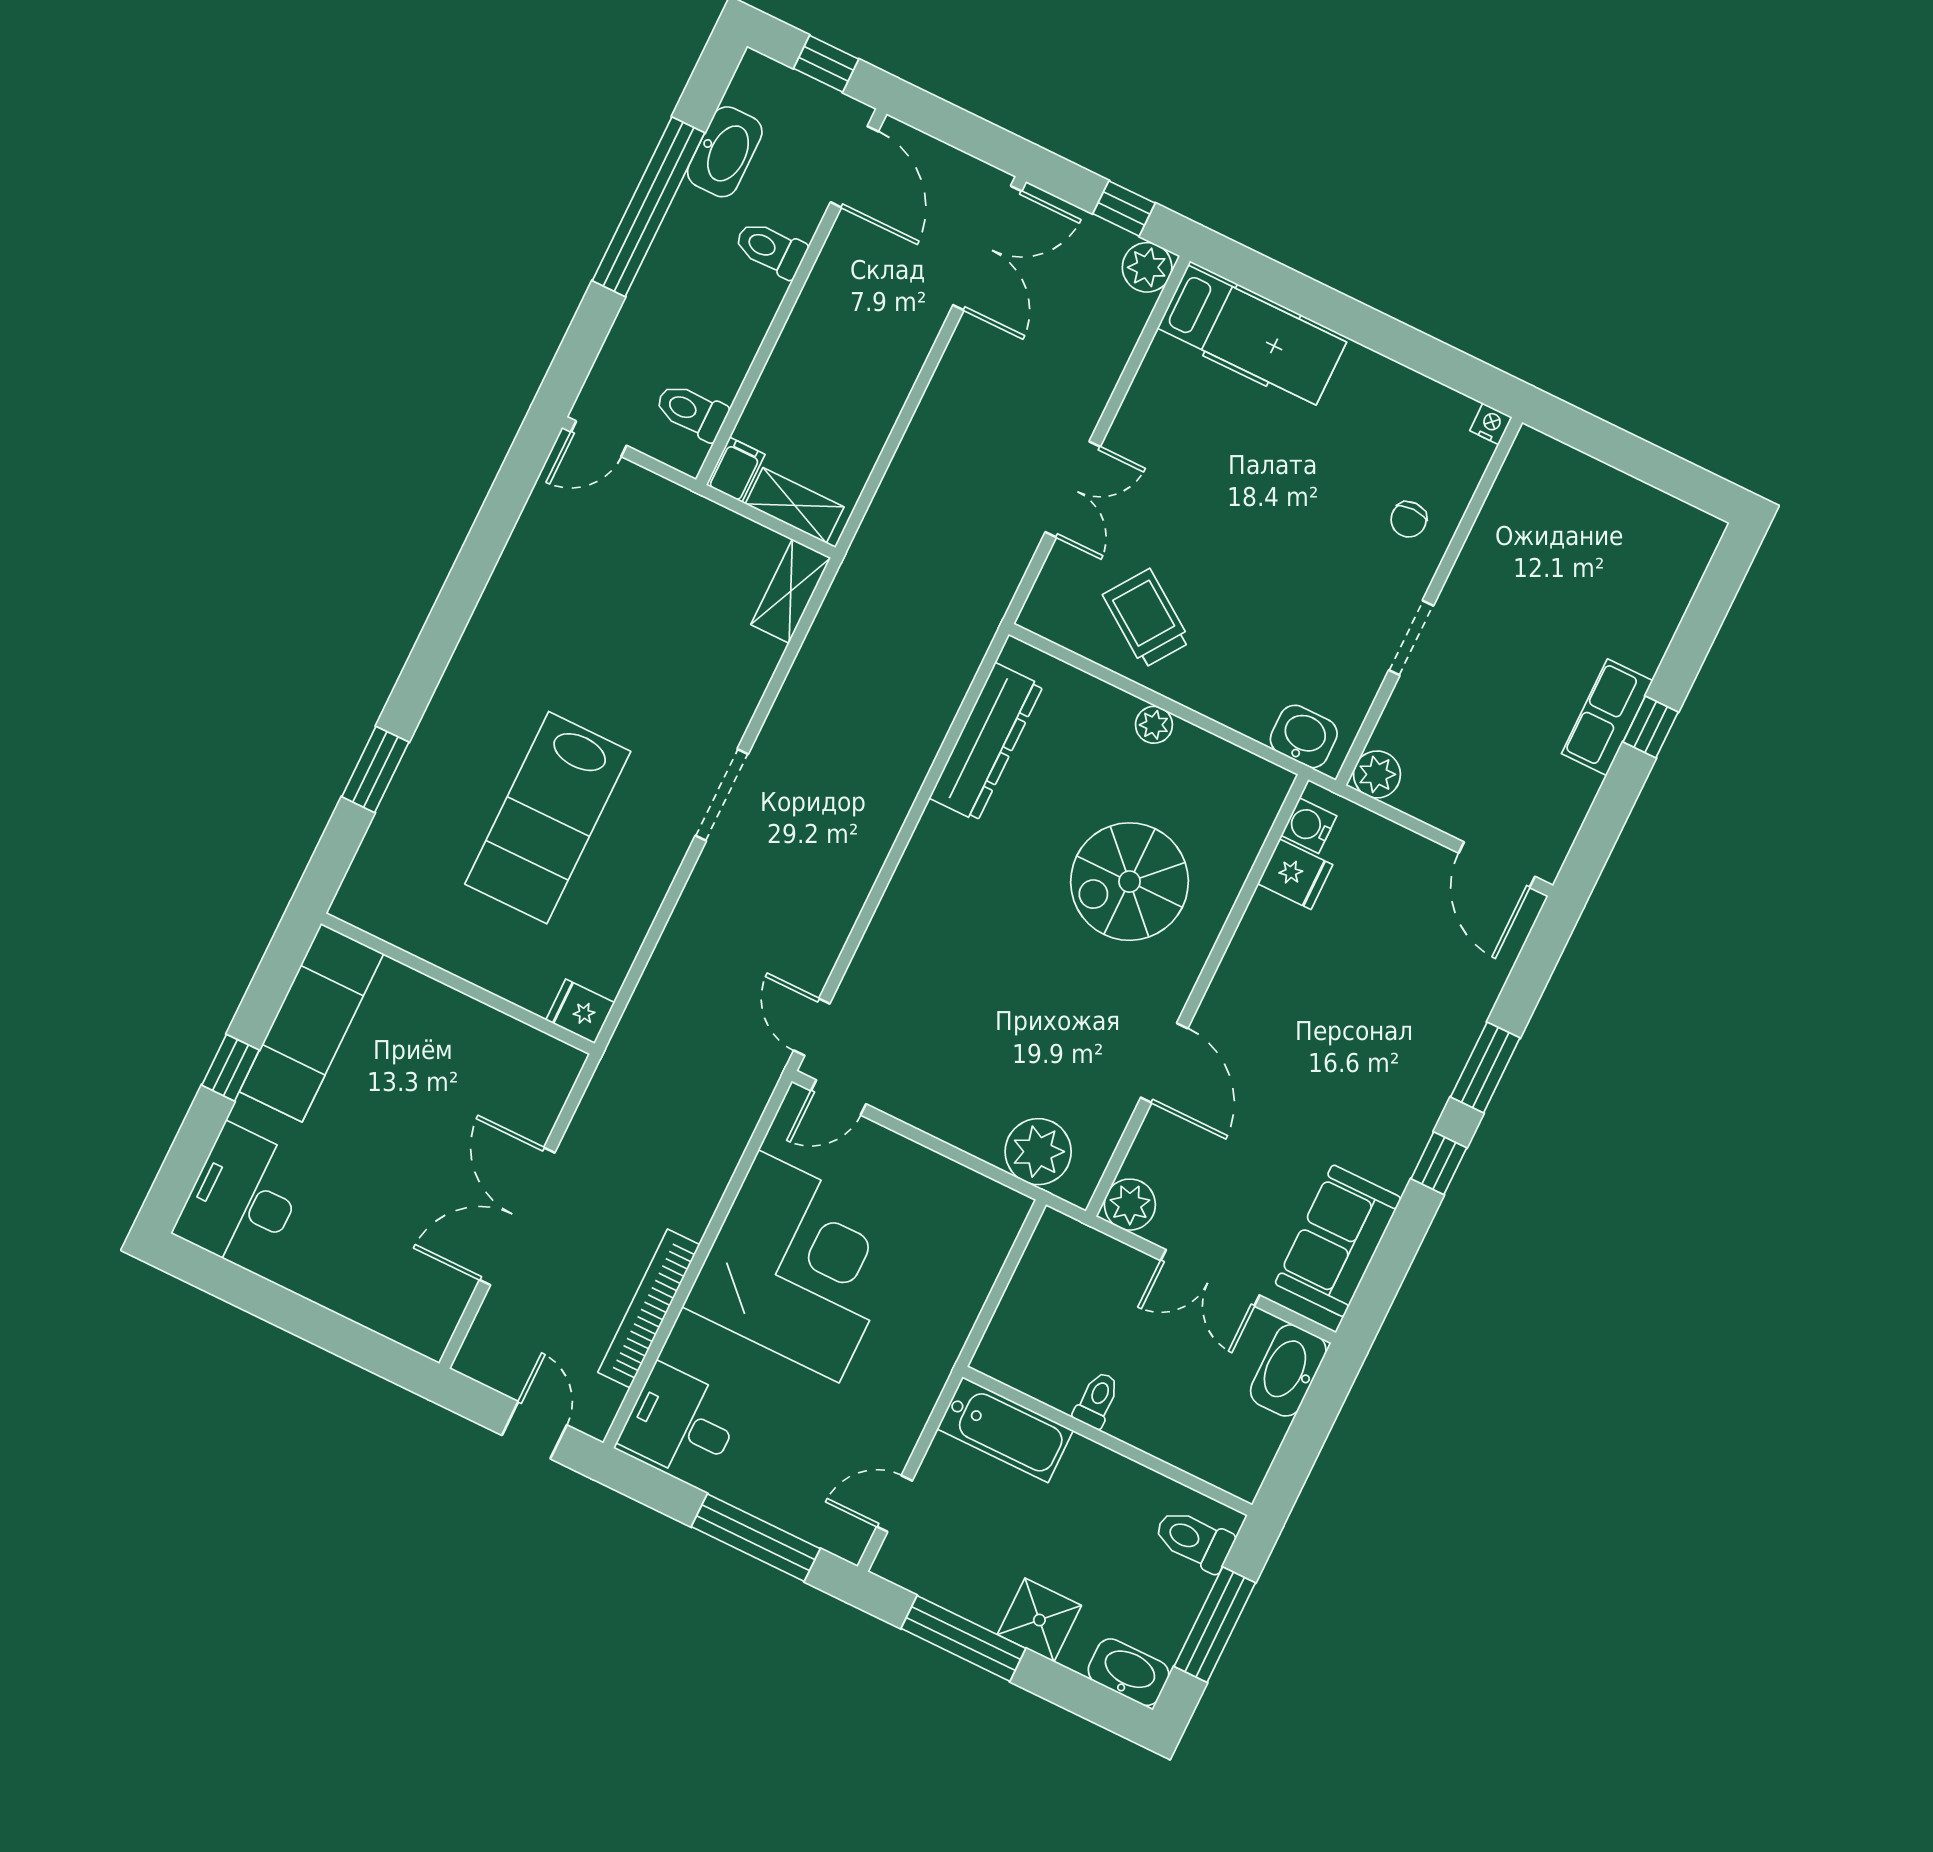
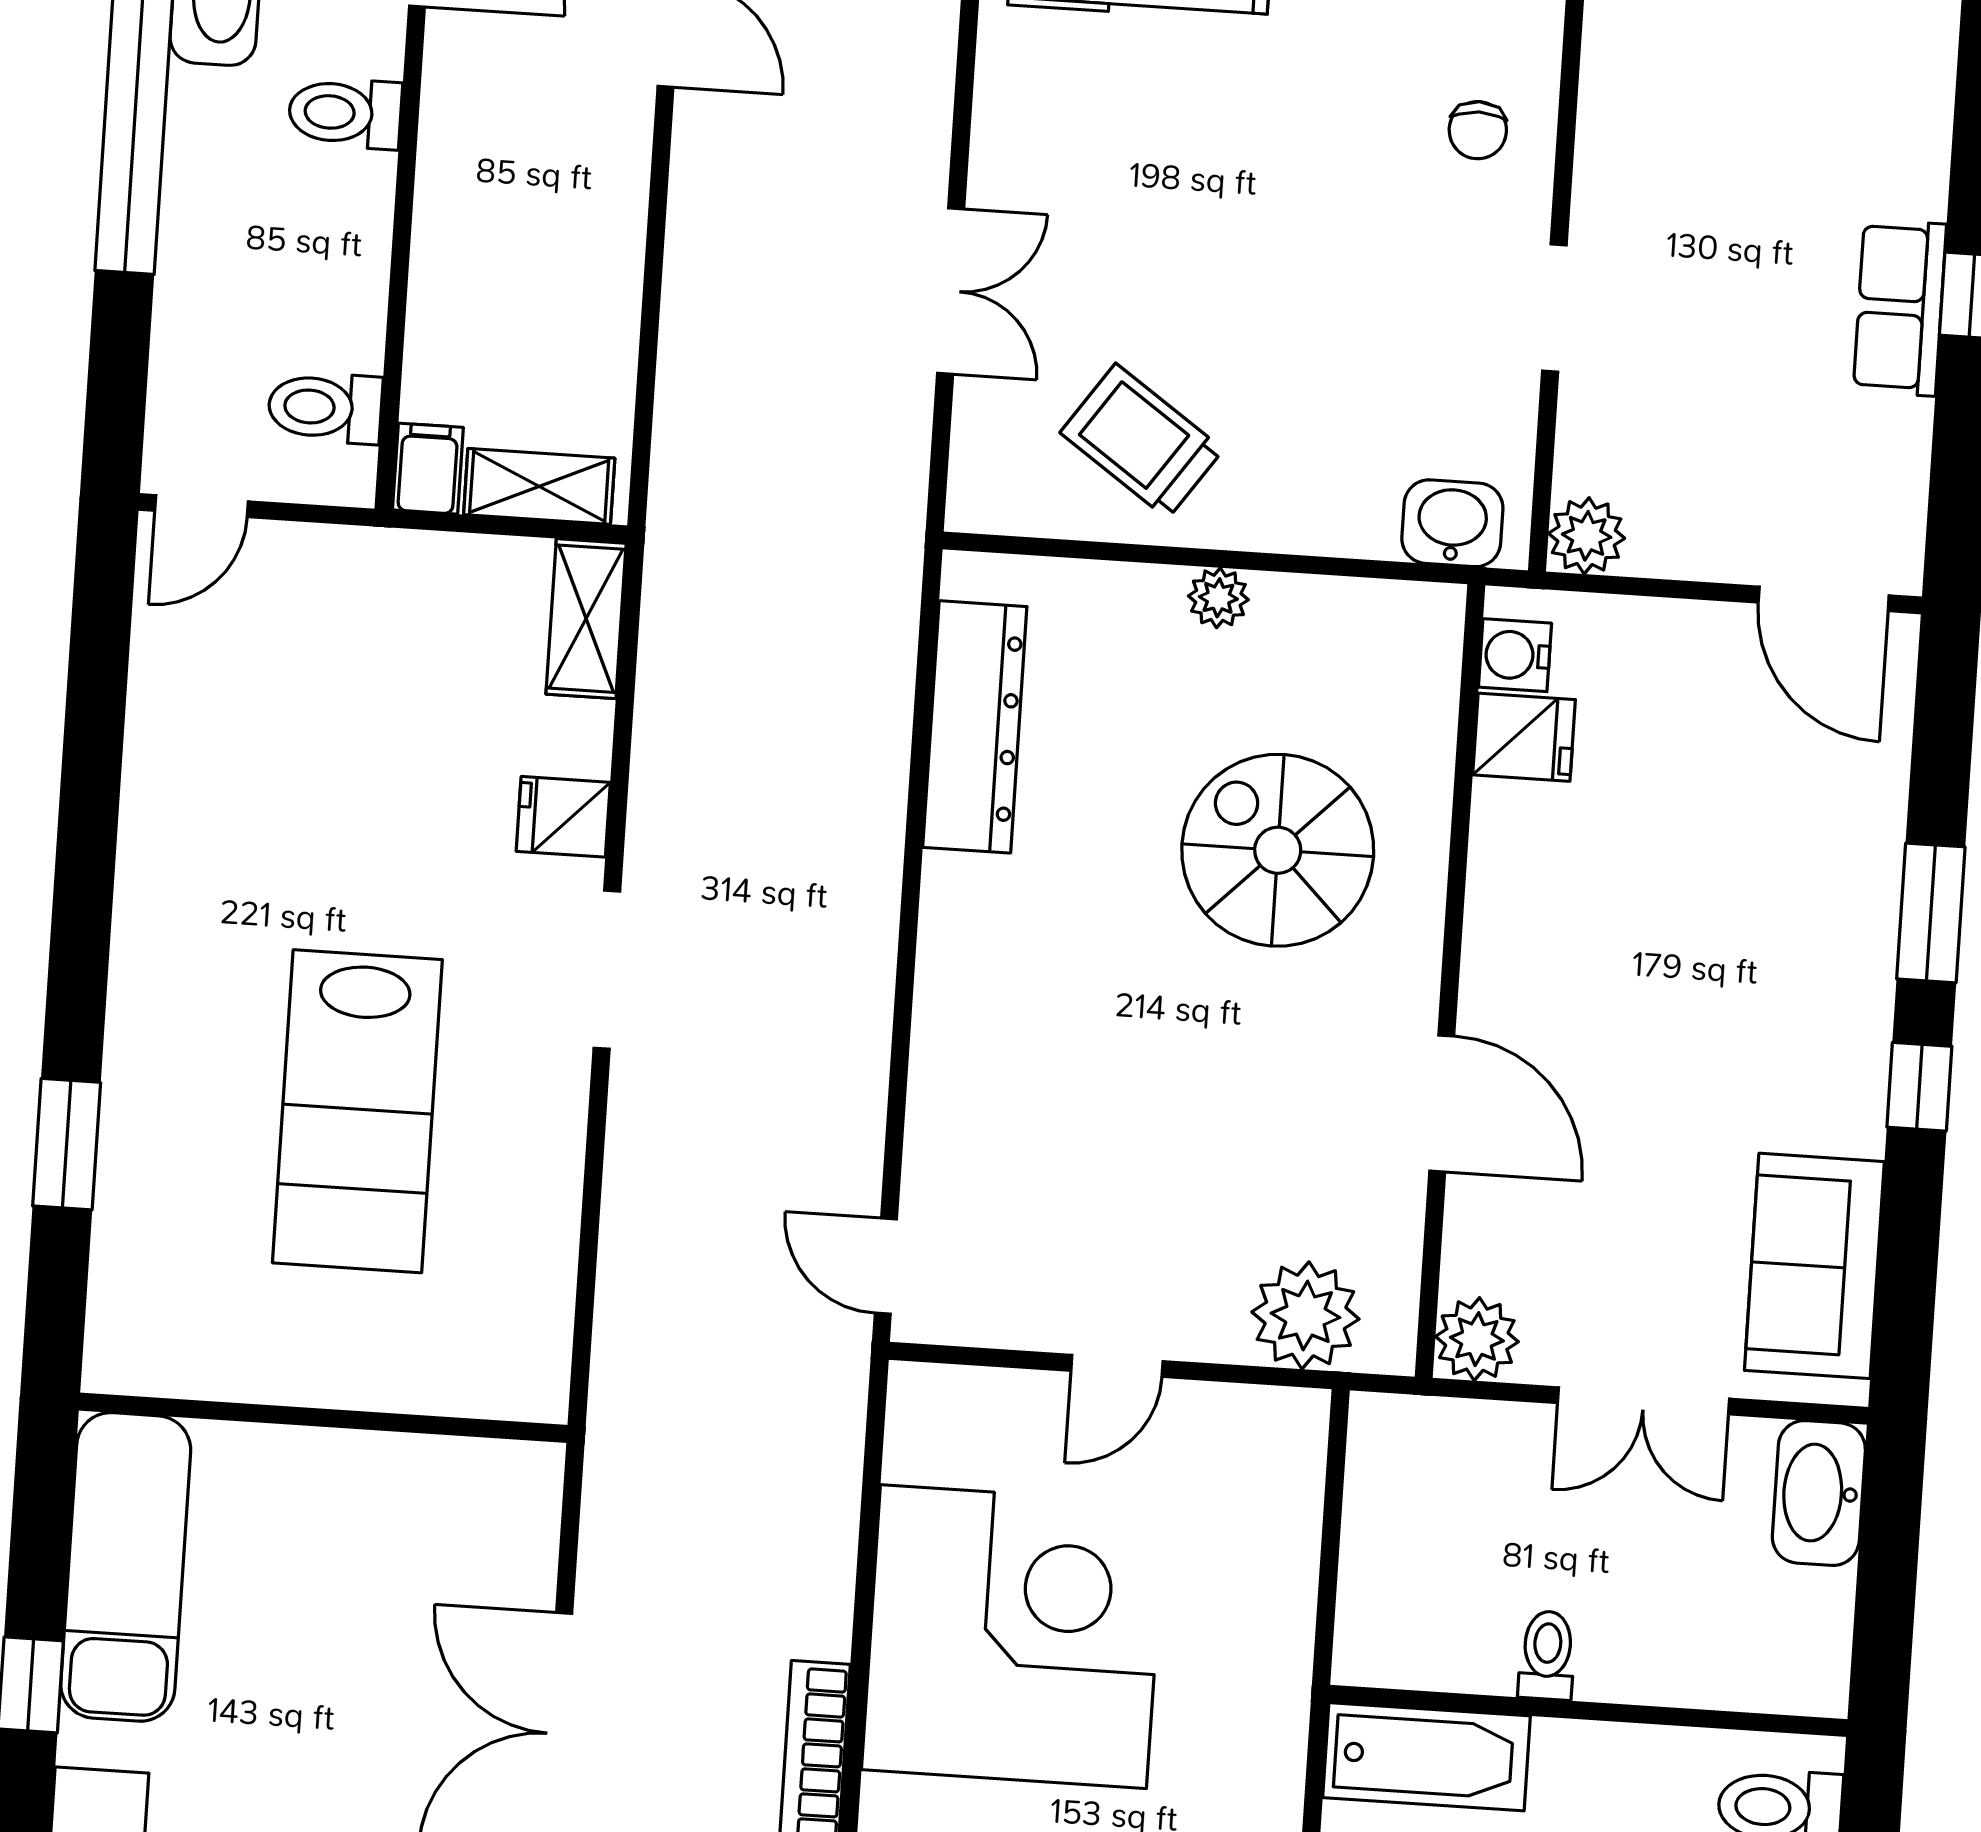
spiral stairs: (1130, 882) -> (1278, 850), turned 90
fridge: (580, 1011) -> (563, 817), moved
door: (838, 1097) -> (1117, 1366), moved

